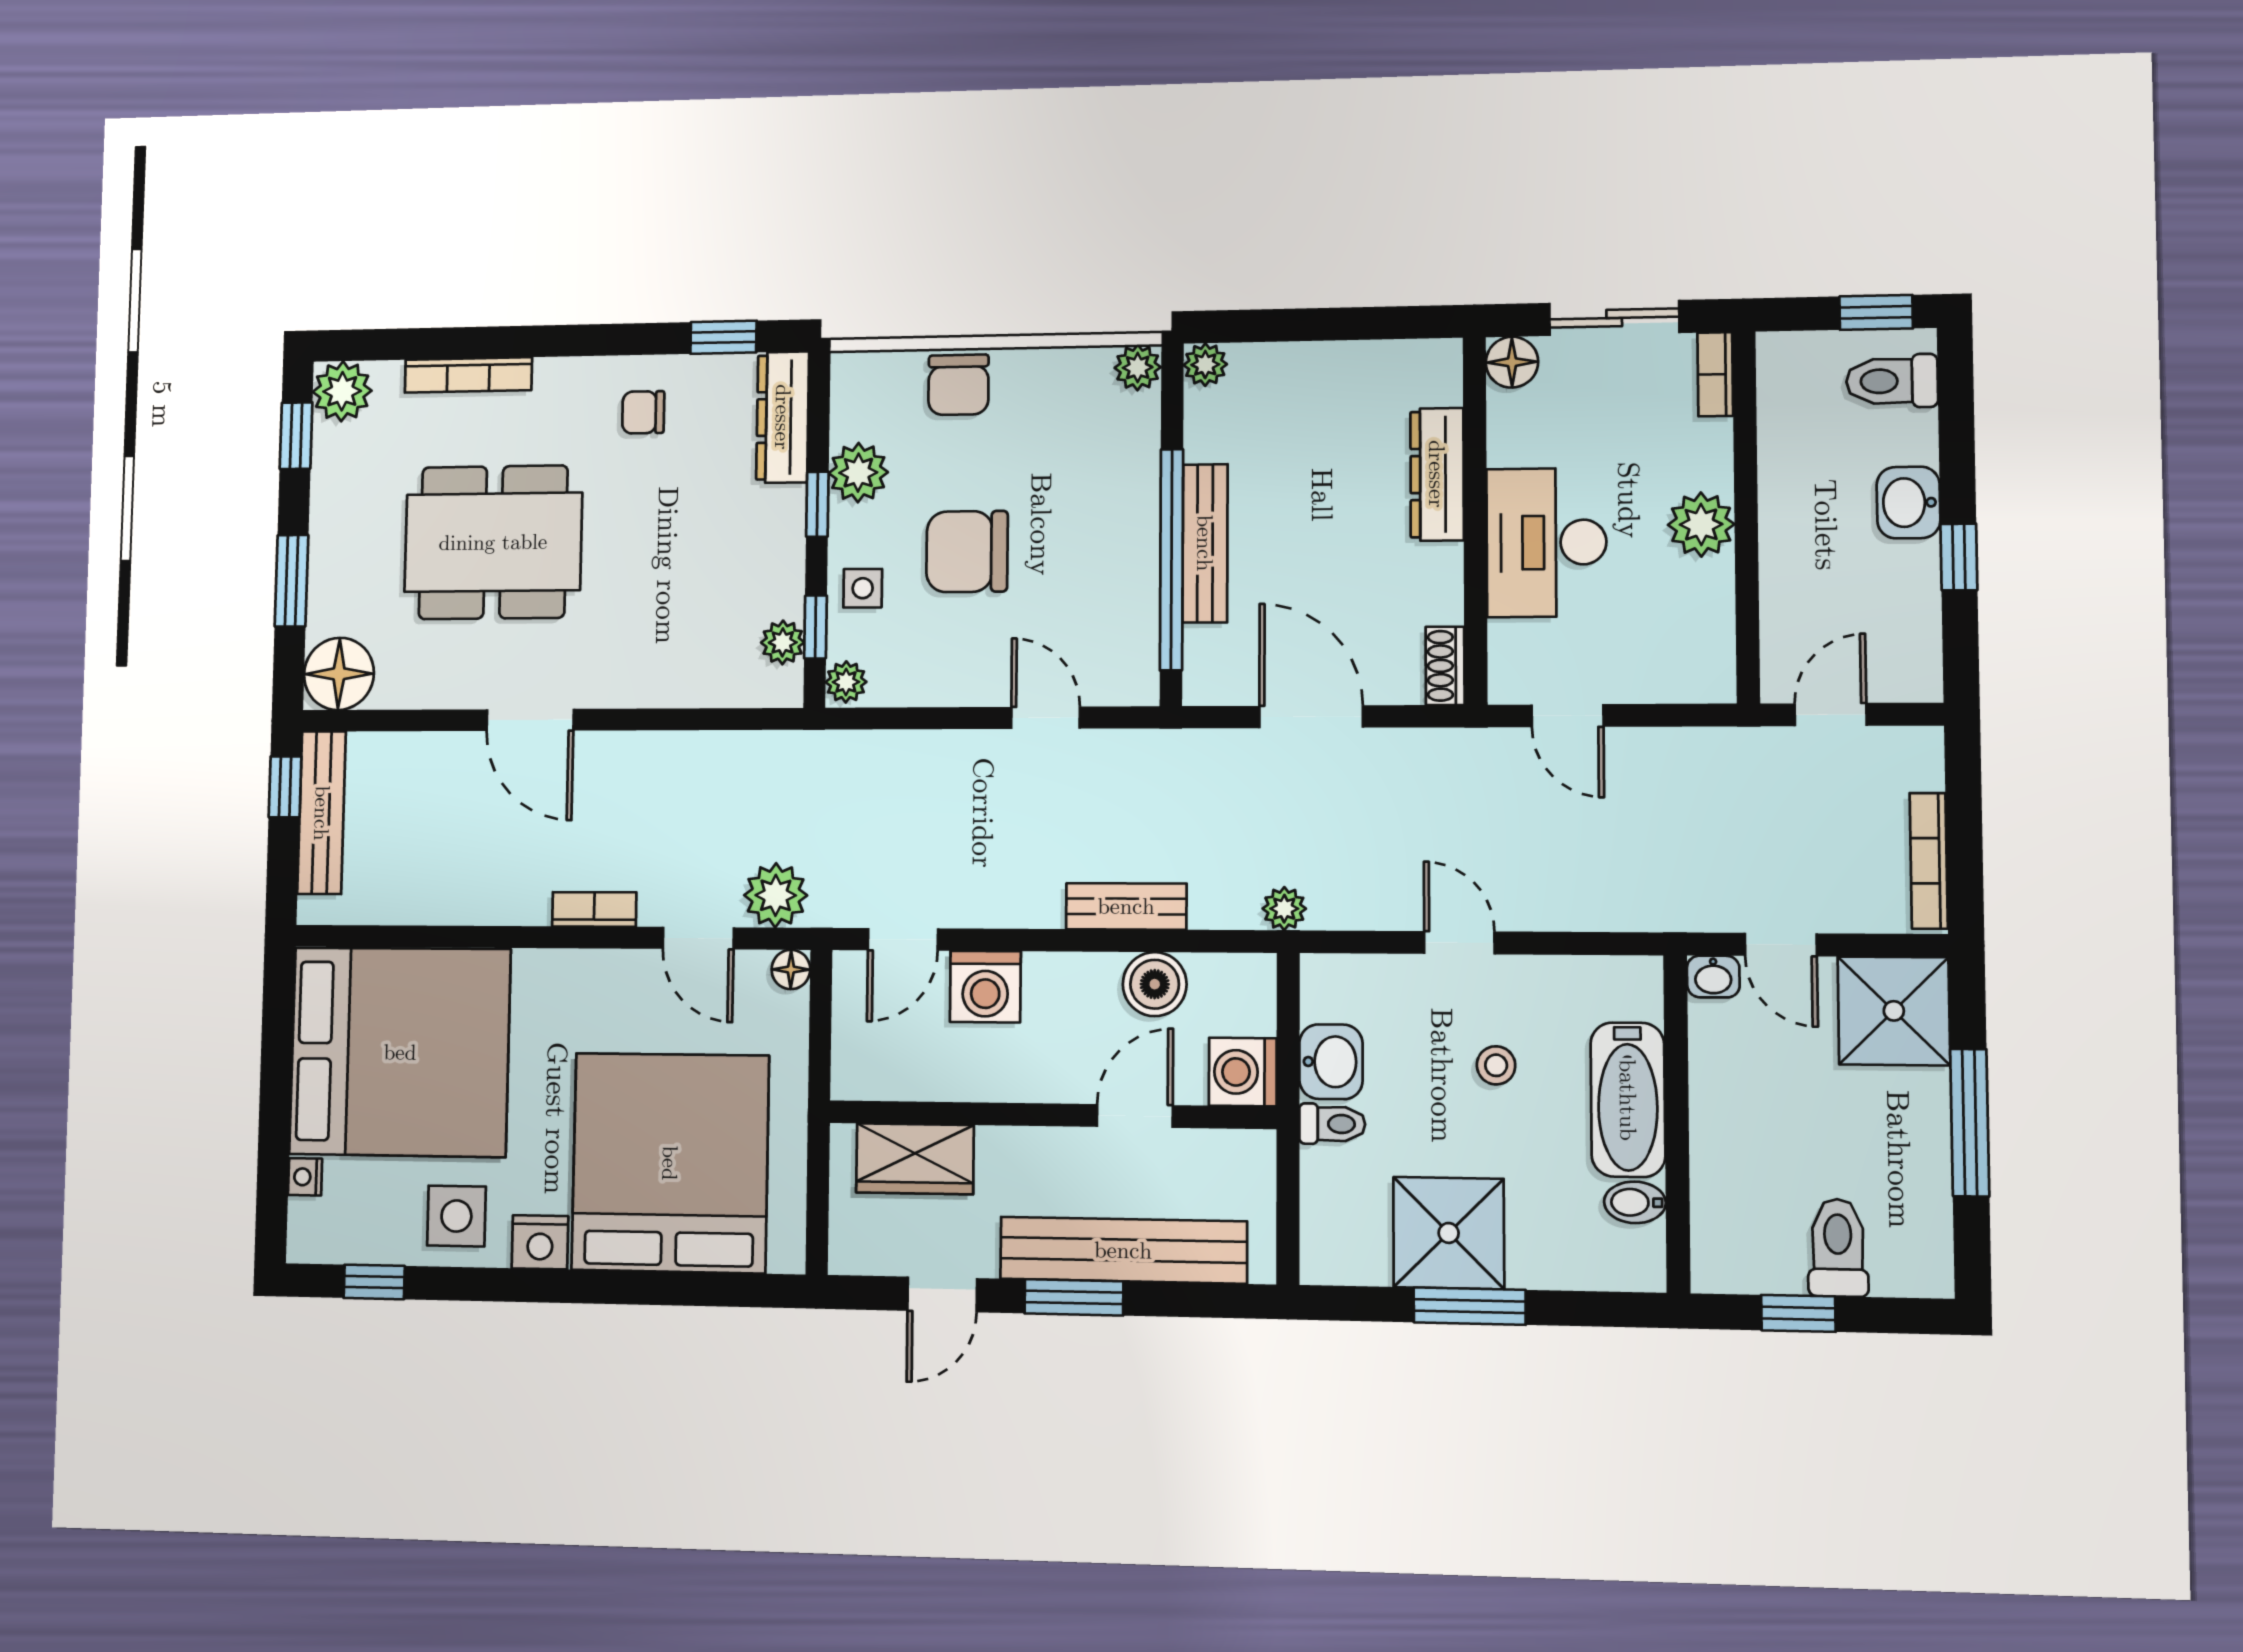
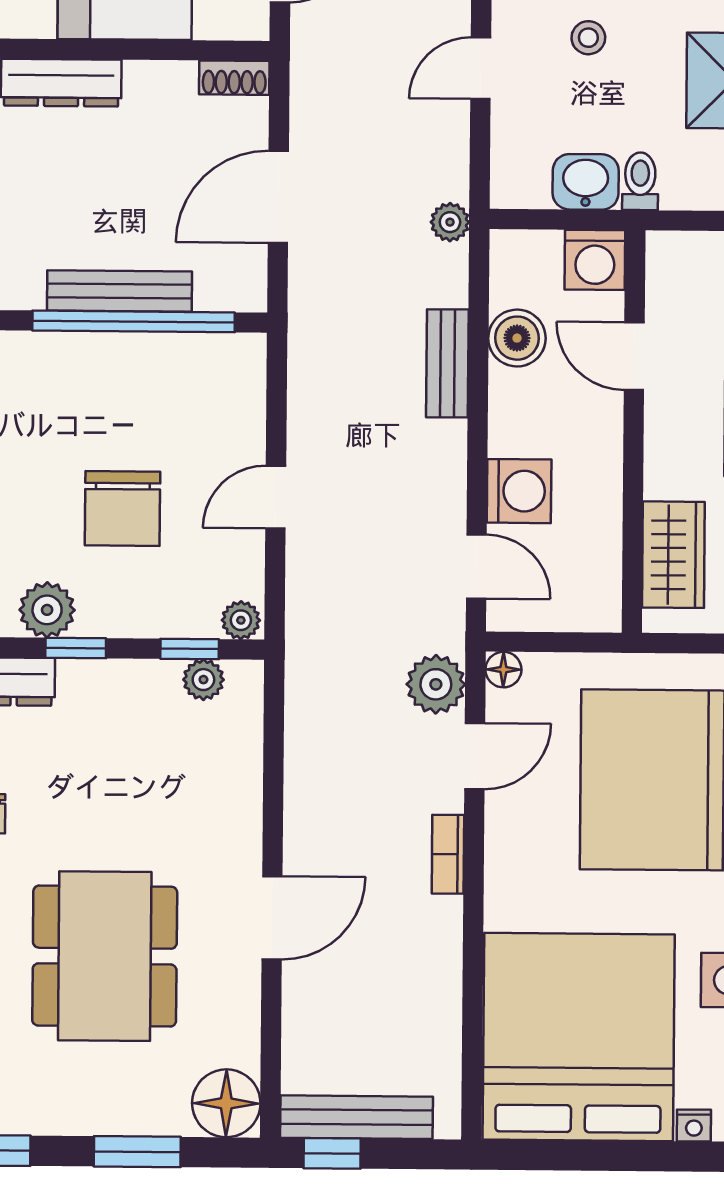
side table: (863, 588) -> (155, 605), removed
door: (1045, 718) -> (276, 497), moved

